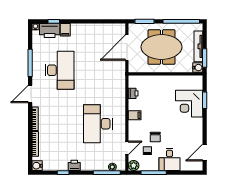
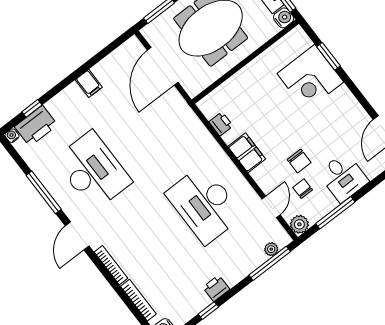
filing cabinet: (65, 30) -> (89, 83), moved
filing cabinet: (135, 115) -> (247, 153), width x2.00

